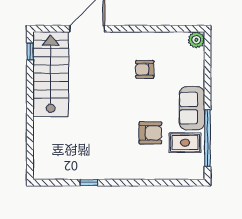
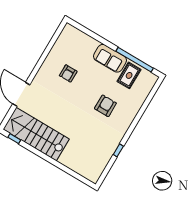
plant: (196, 40) -> (69, 30), removed
armchair: (150, 133) -> (105, 106), moved

